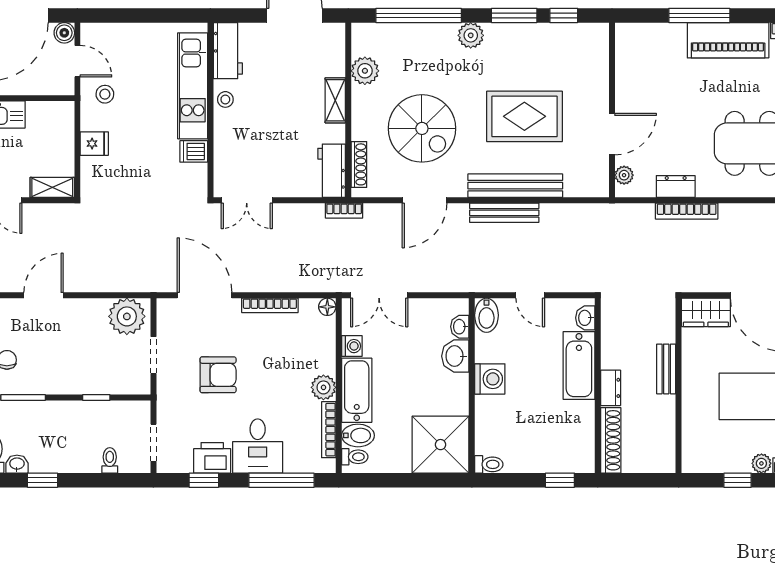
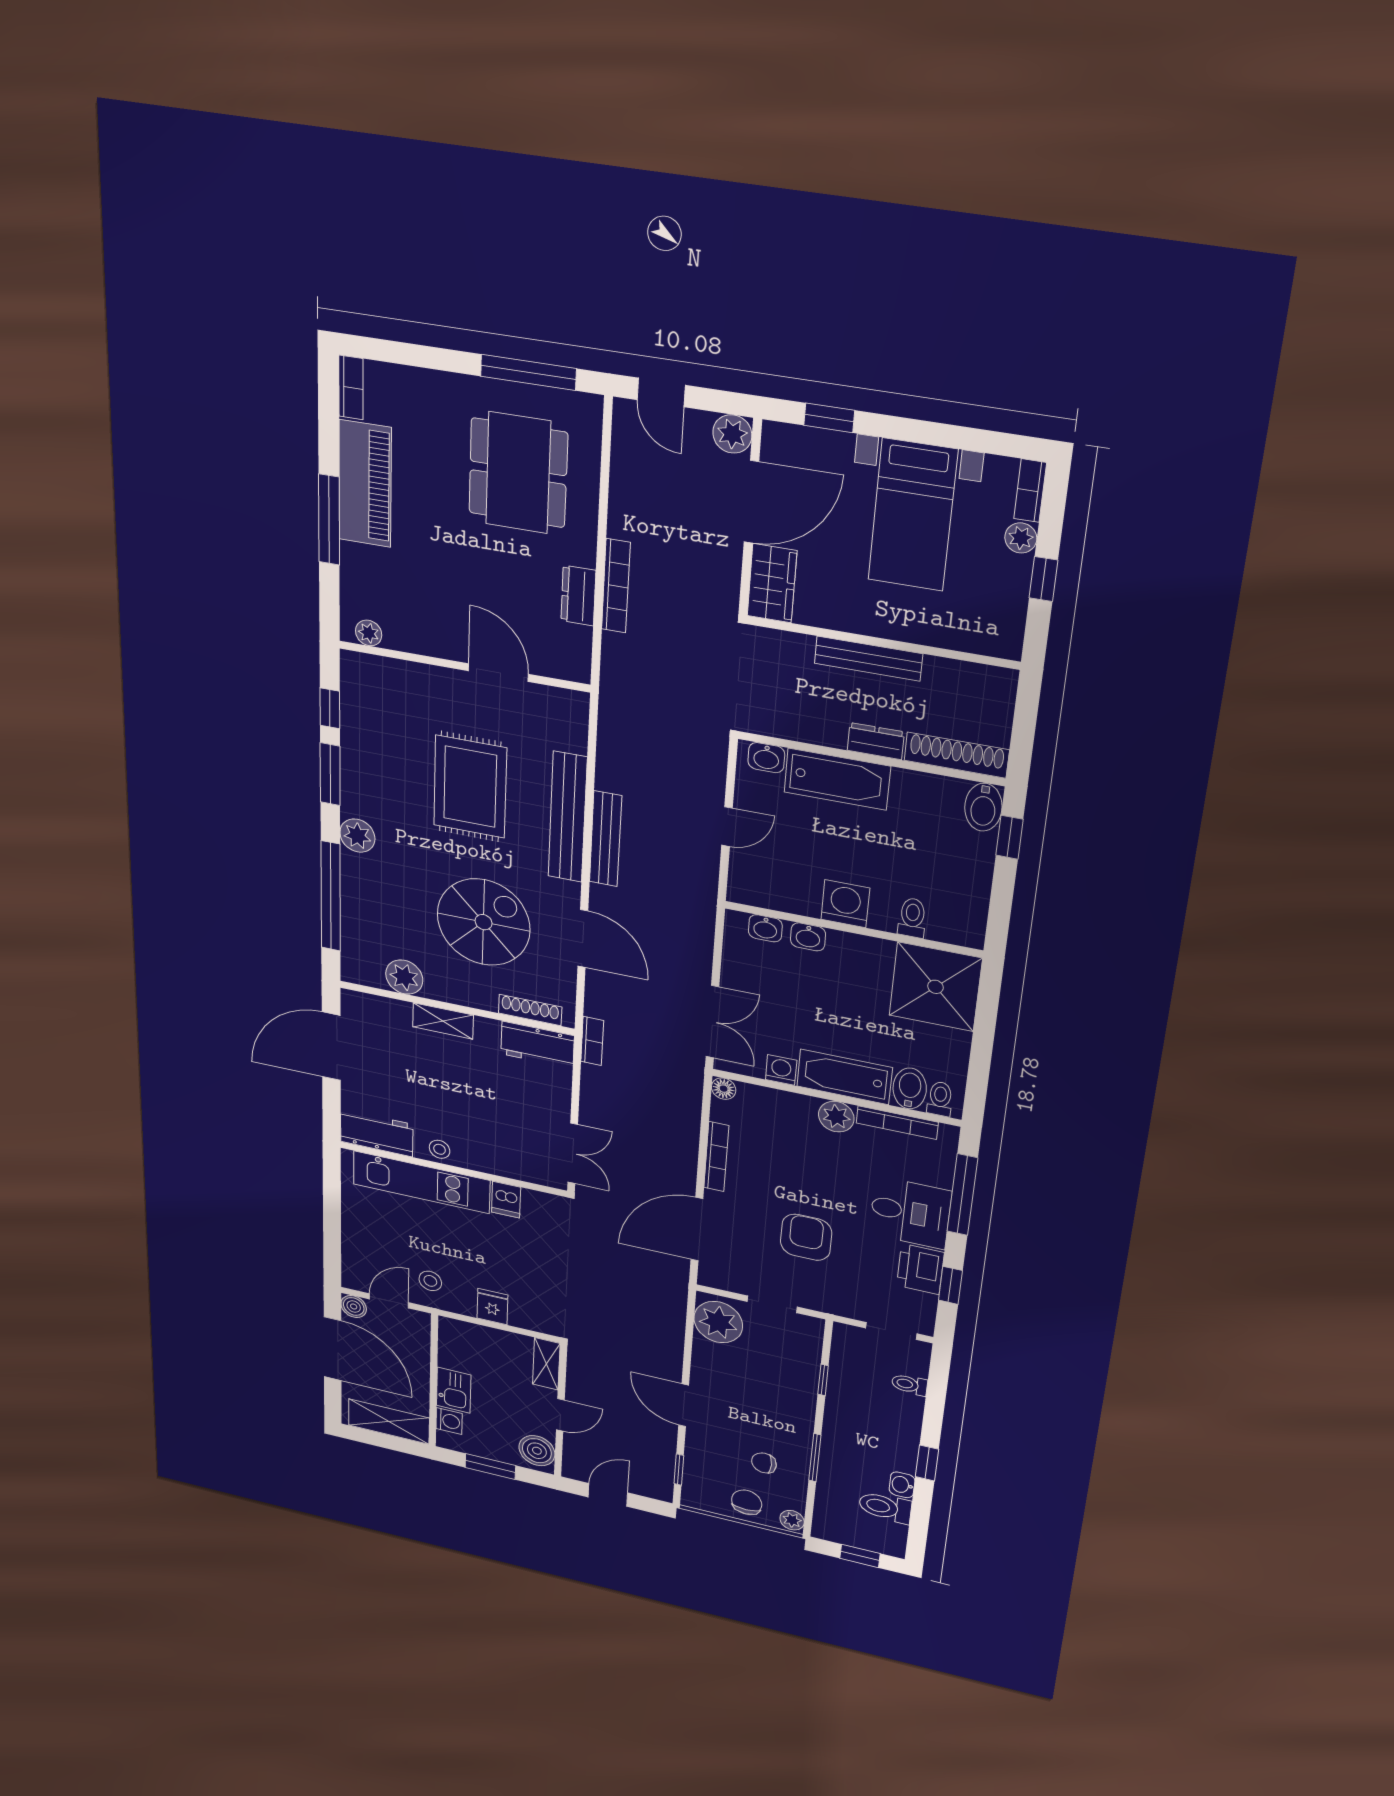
plant: (624, 175) -> (369, 633), moved
bidet: (486, 315) -> (983, 807), moved, turned 90
washbasin: (455, 356) -> (808, 937), width x0.72, depth x0.69
bench: (666, 369) -> (868, 659), width x1.36
toilet: (489, 464) -> (912, 918), moved

